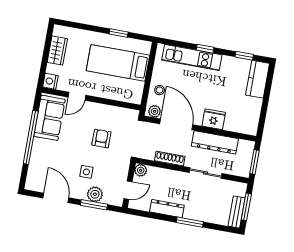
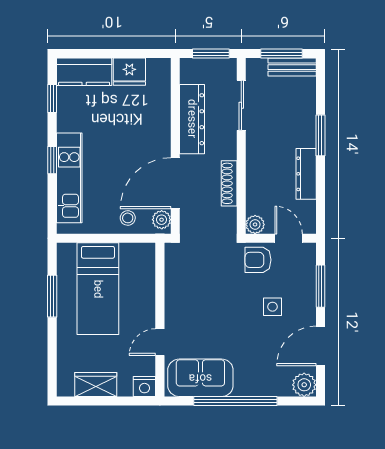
window: (119, 33) -> (52, 296), width x1.50
door: (77, 96) -> (160, 342), swing flipped
fridge: (214, 119) -> (129, 72), moved, turned -90
armchair: (101, 138) -> (258, 260), moved
sliding door: (206, 173) -> (241, 105), moved
plant: (95, 194) -> (304, 385), moved

